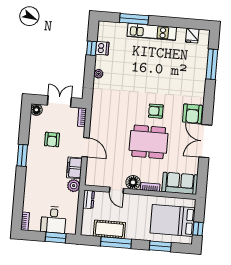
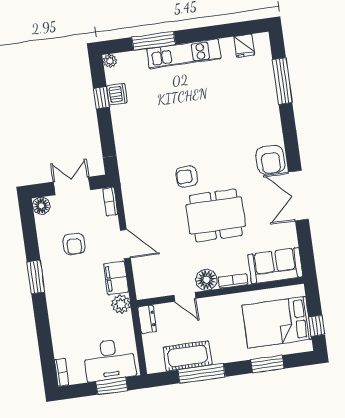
plant: (99, 74) -> (110, 61), moved
armchair: (156, 111) -> (187, 177), moved
desk: (54, 220) -> (109, 360), width x1.37

